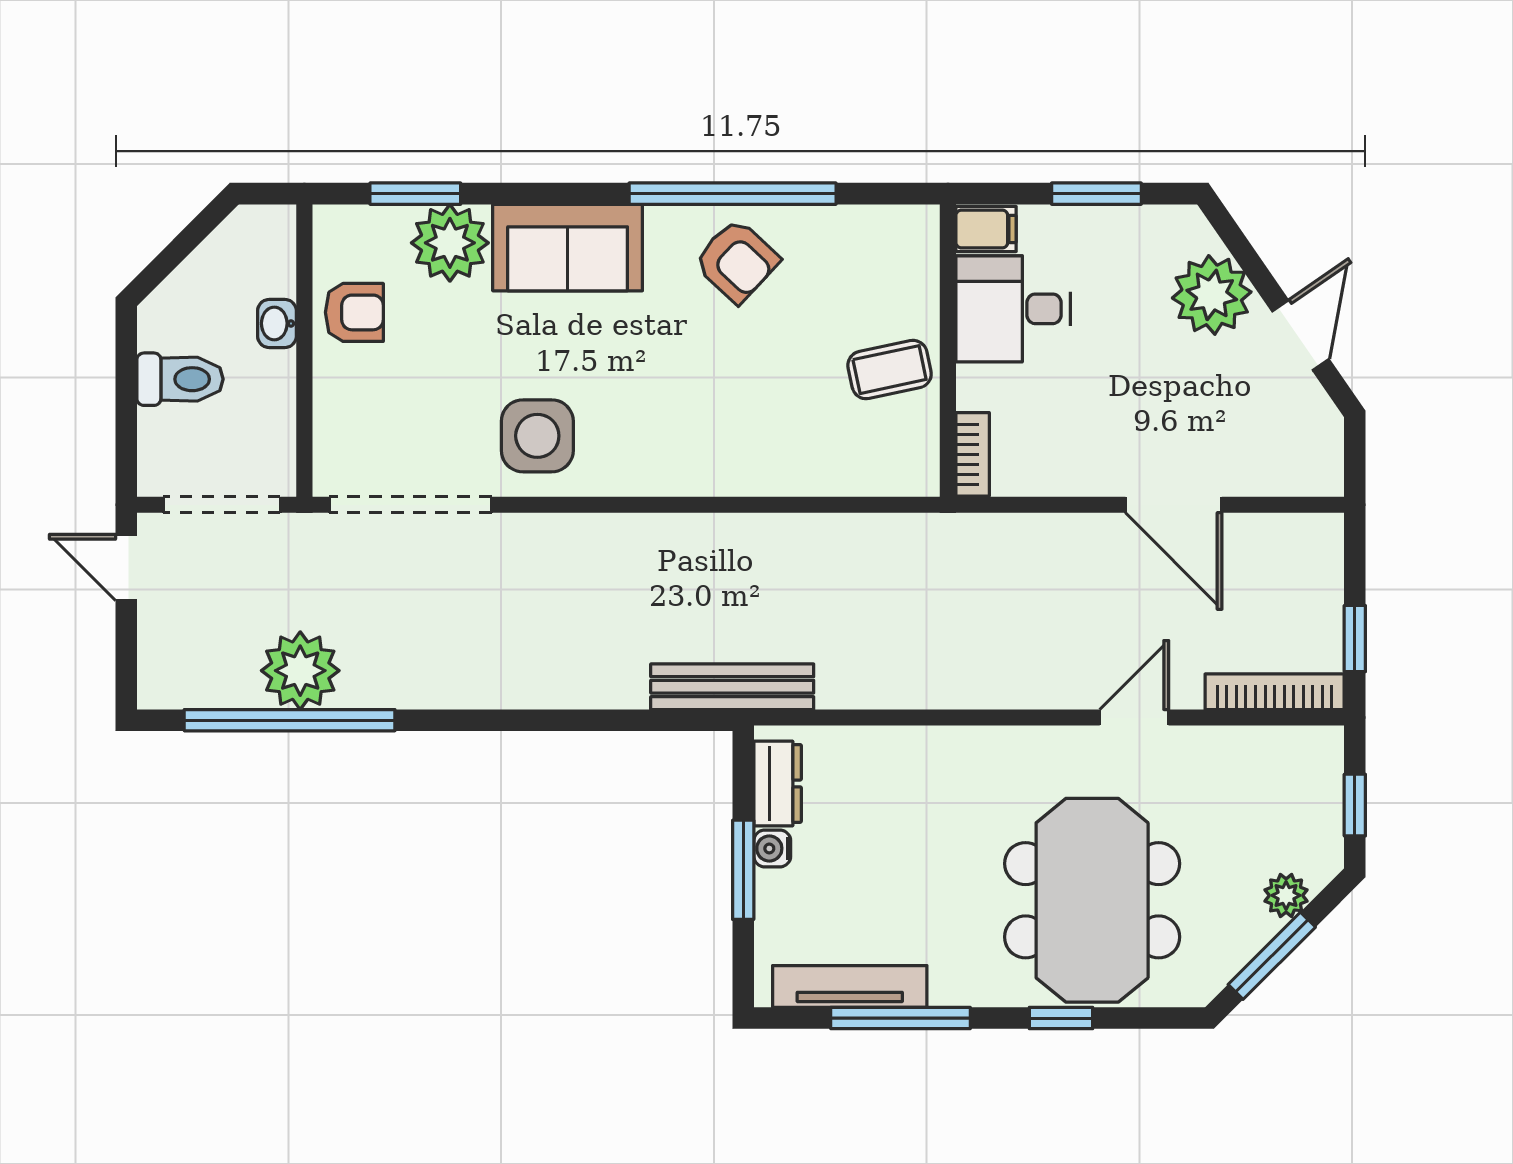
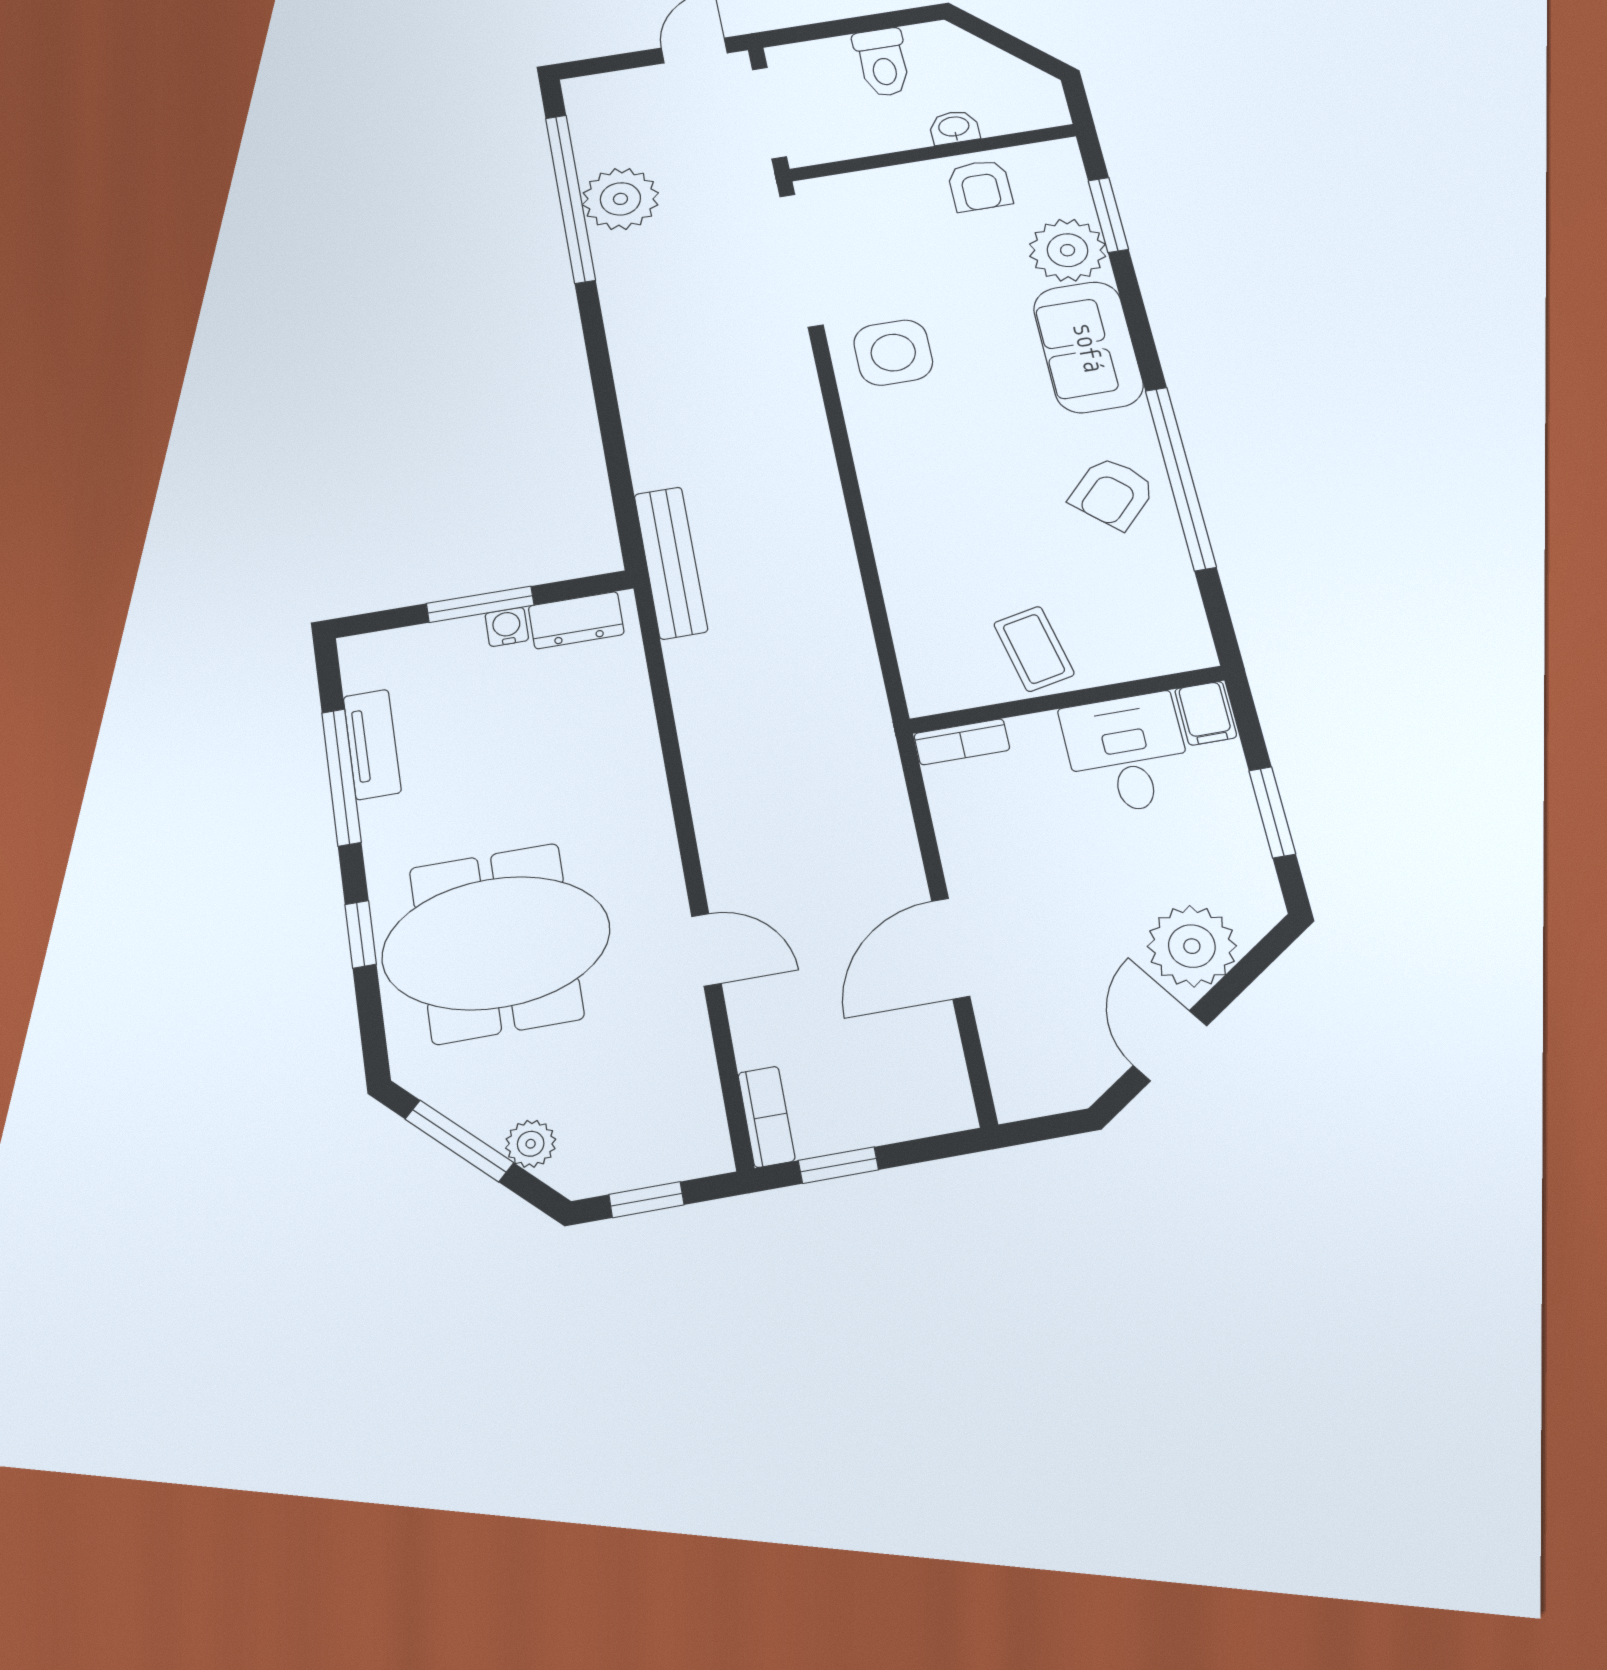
door: (1301, 335) -> (1170, 1046), swing flipped
bookcase: (1275, 692) -> (766, 1117), width x0.64
tv unit: (850, 986) -> (372, 744), width x0.71

